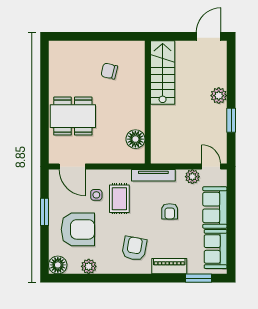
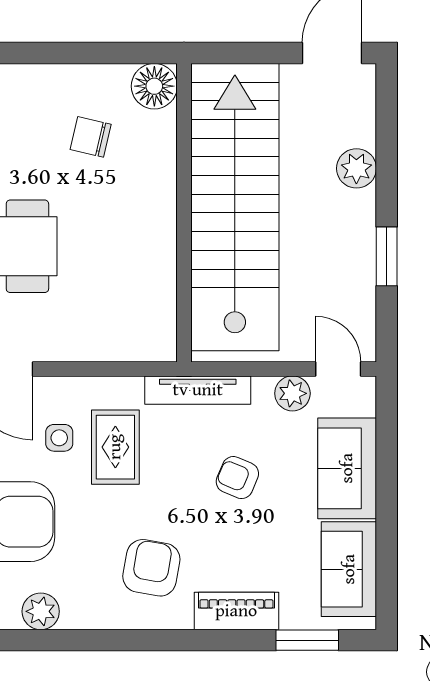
stairs: (163, 73) -> (235, 207), width x1.86, depth x1.51
plant: (219, 96) -> (356, 168), moved
floor lamp: (135, 139) -> (154, 86), moved
armchair: (170, 211) -> (237, 478), turned 113

